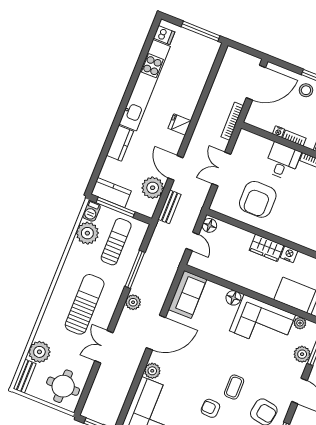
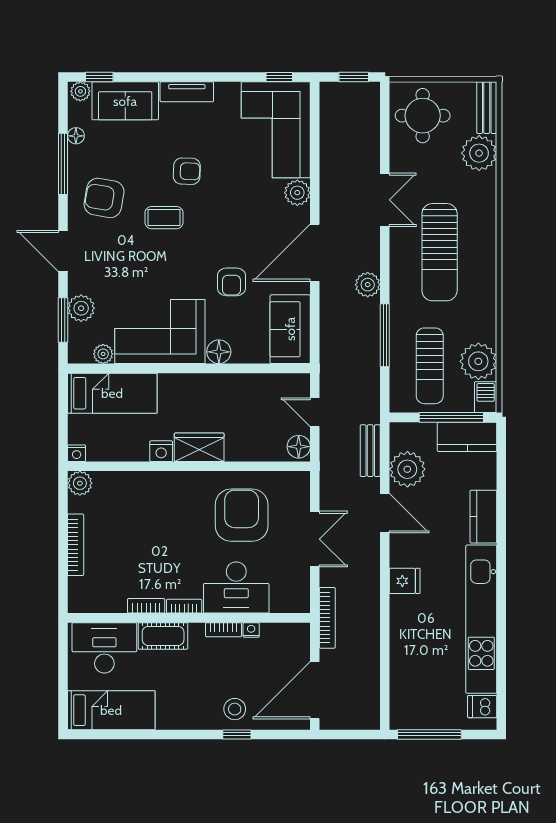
desk: (282, 161) -> (236, 587), width x1.37
armchair: (210, 335) -> (231, 282), added
coffee table: (234, 387) -> (164, 218), turned 90

